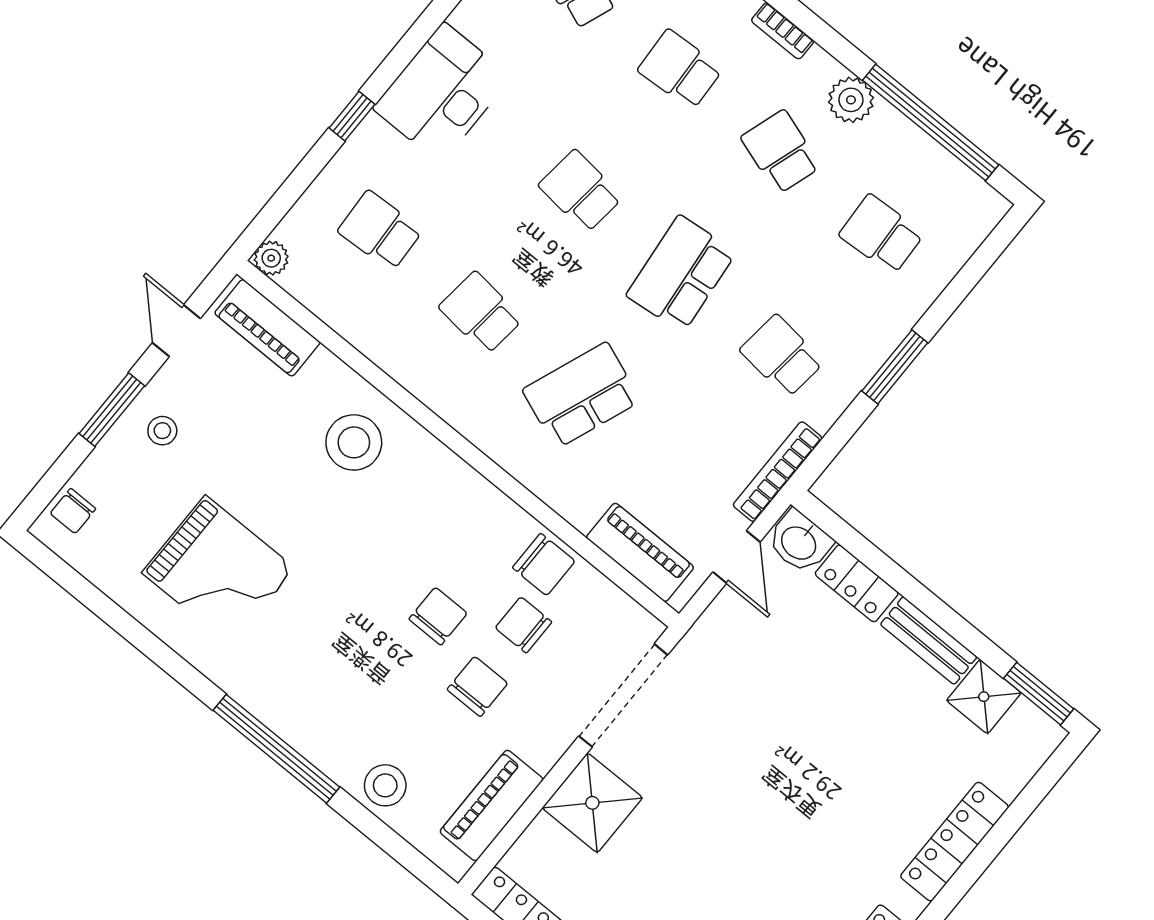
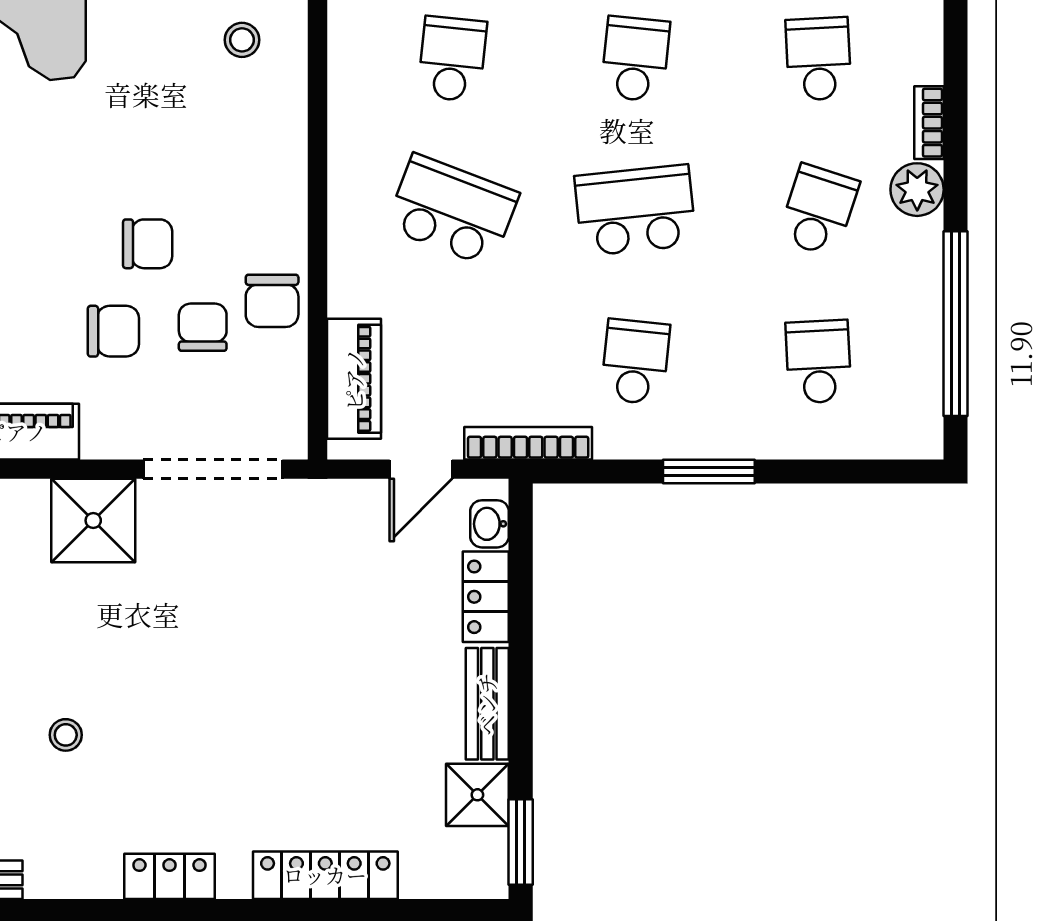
plant: (851, 100) -> (917, 190), moved
stool: (354, 442) -> (242, 40), width x0.53, depth x0.53
washbasin: (800, 542) -> (489, 524), width x0.72, depth x0.69

